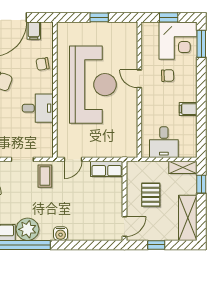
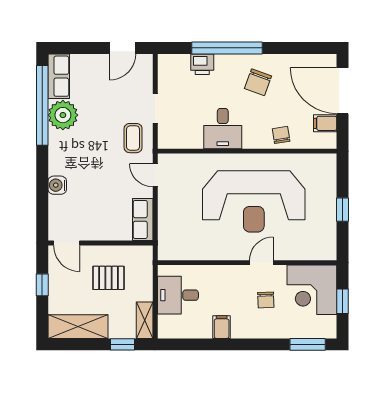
corner desk: (178, 41) -> (312, 290), moved
coffee table: (45, 176) -> (133, 138), turned 90
water cooler: (61, 234) -> (57, 185), moved

